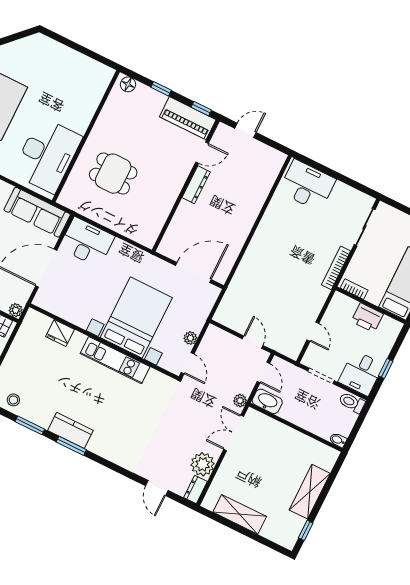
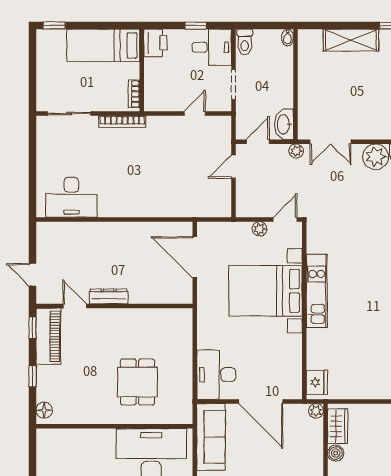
desk: (307, 185) -> (71, 197), moved, turned -90
printer: (367, 318) -> (155, 43), moved
fridge: (60, 333) -> (317, 382), moved

